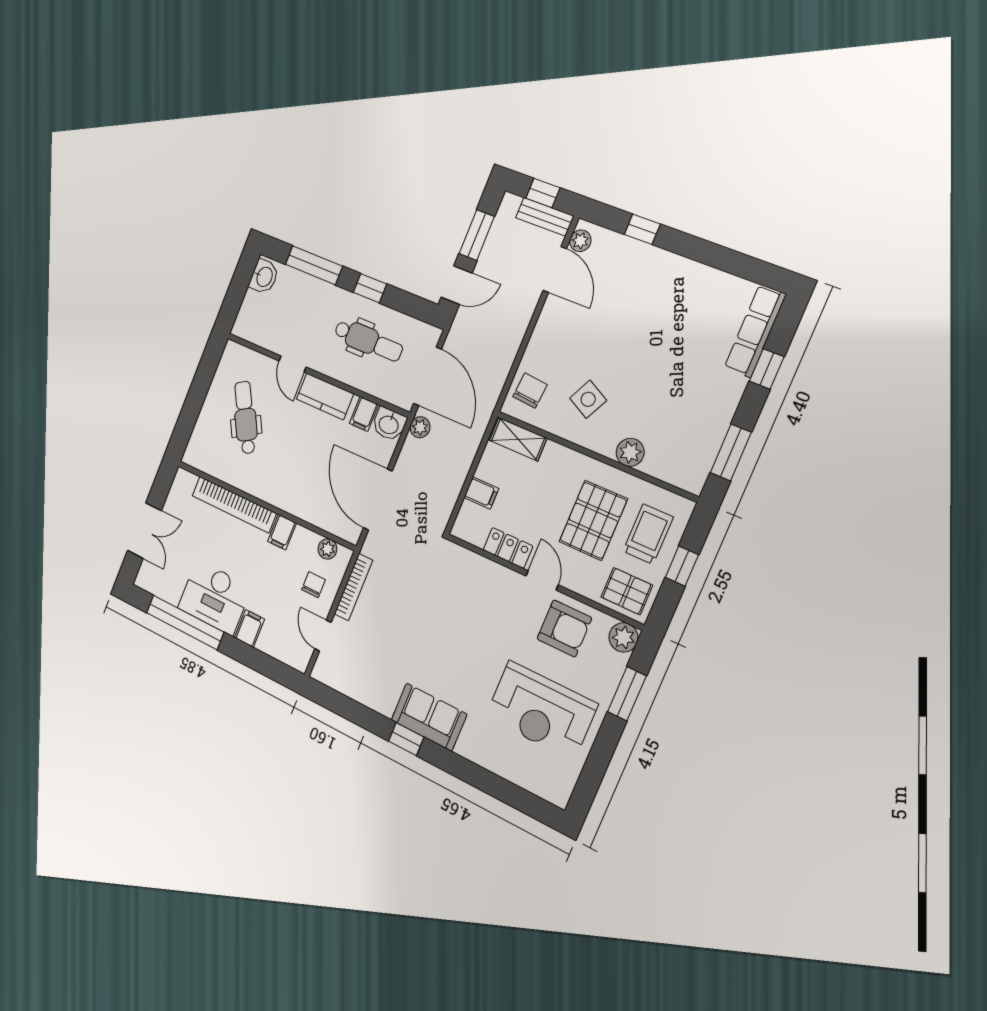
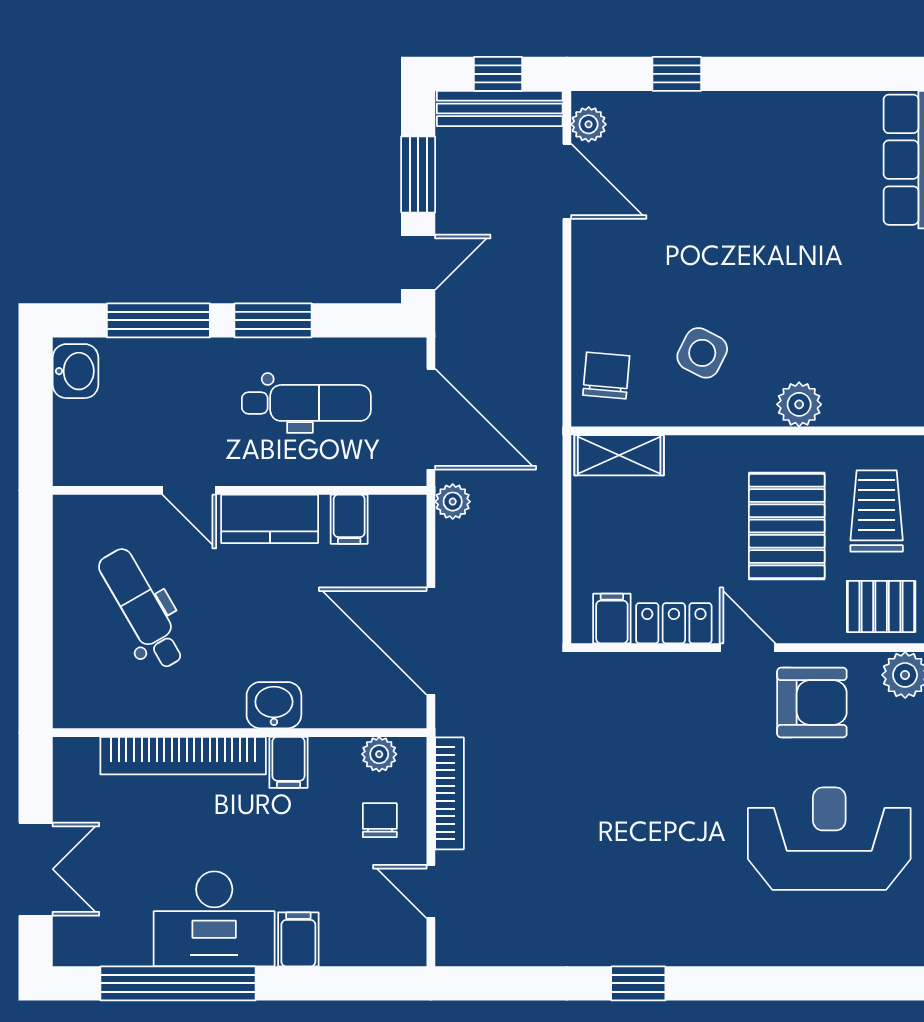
bench: (545, 217) -> (500, 108), width x1.36
window: (370, 288) -> (273, 320), width x1.50
washbasin: (389, 424) -> (274, 705), moved, turned 180
filing cabinet: (481, 493) -> (612, 618), moved, turned -90
reception desk: (541, 711) -> (829, 839), turned 180
sofa: (429, 717) -> (660, 933), removed

